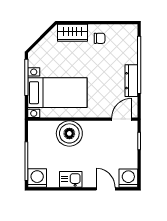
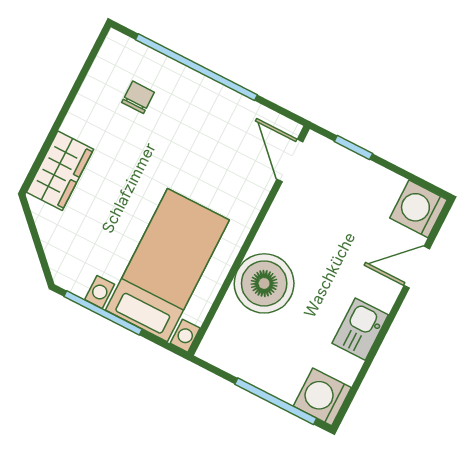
chair: (100, 38) -> (138, 97), moved
dresser: (131, 81) -> (221, 100), removed

